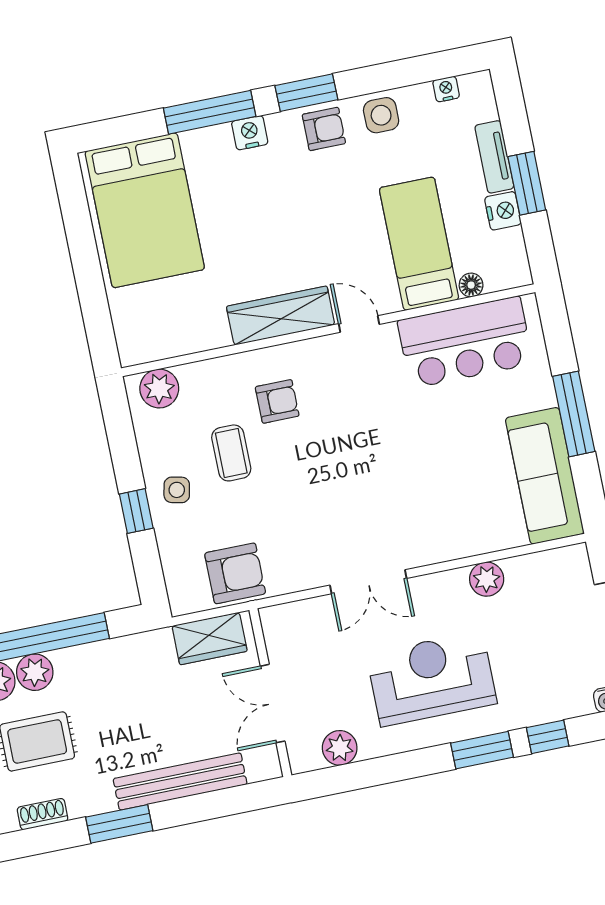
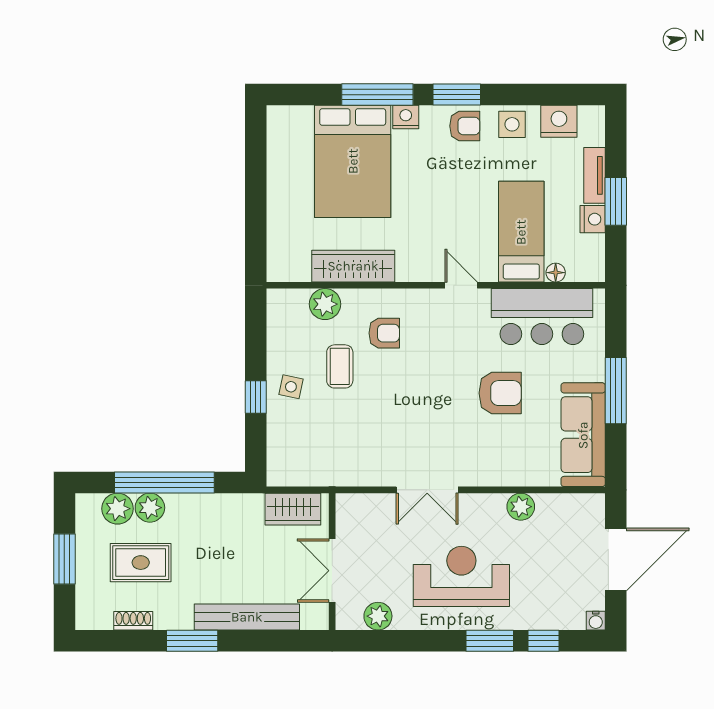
nightstand: (446, 89) -> (559, 121), width x1.89, depth x1.79
bed: (145, 210) -> (353, 161), moved
wardrobe: (281, 316) -> (353, 266), moved
plant: (159, 389) -> (325, 304), moved
armchair: (235, 573) -> (500, 393), moved

